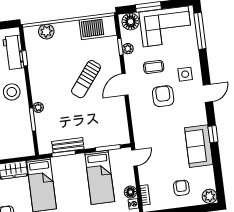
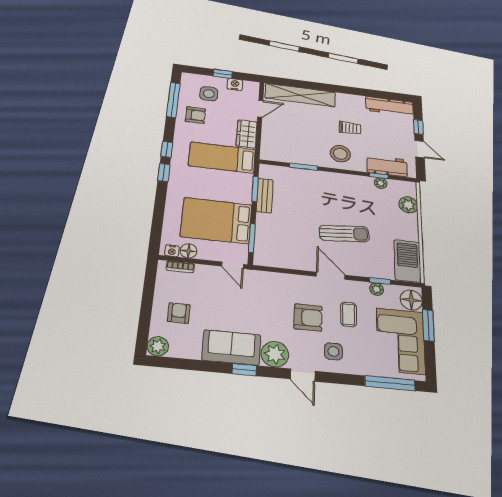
sun lounger: (86, 79) -> (344, 234), turned 137
plant: (38, 107) -> (381, 183), moved
plant: (197, 115) -> (275, 354), added
bed: (100, 177) -> (216, 221), width x1.50
armchair: (181, 188) -> (179, 313), turned -90

